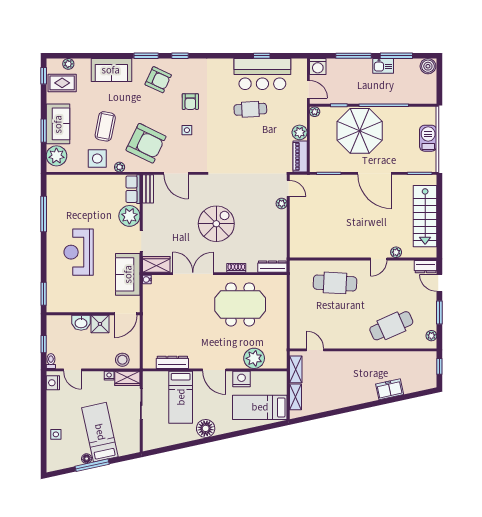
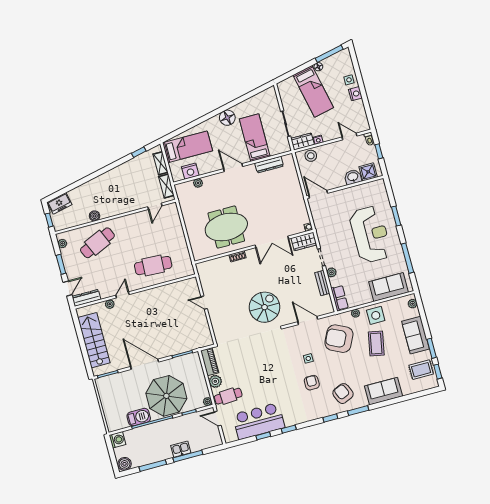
window: (231, 56) -> (289, 429), added
plant: (68, 64) -> (420, 387), removed
kitchen sink: (383, 66) -> (181, 449), moved
washing machine: (318, 67) -> (117, 440), moved, turned 90
armchair: (158, 80) -> (343, 394), turned 41
cafe table: (250, 109) -> (228, 396), moved
window: (44, 131) -> (432, 348), moved
barbecue: (428, 138) -> (139, 417), moved, turned -90
plant: (56, 156) -> (413, 304), width x0.53, depth x0.53
door: (288, 188) -> (204, 303), moved
bench: (148, 189) -> (322, 283), moved
plant: (282, 204) -> (214, 319), removed
plant: (129, 216) -> (332, 272), width x0.53, depth x0.53
spiral stairs: (216, 224) -> (265, 307), moved, turned 180
reception desk: (79, 252) -> (370, 234), width x1.36, depth x1.30
dresser: (272, 267) -> (208, 265), removed
dresser: (426, 267) -> (86, 298), width x1.44
sofa: (128, 274) -> (388, 287), moved, turned -90
door: (439, 283) -> (67, 289), hinge flipped
window: (44, 294) -> (396, 216), moved
door: (126, 314) -> (318, 194), hinge flipped
shower: (100, 324) -> (368, 172), moved
door: (315, 350) -> (155, 206), hinge flipped
boiler: (386, 357) -> (95, 216), added
plant: (254, 358) -> (198, 183), width x0.53, depth x0.53
nightstand: (241, 379) -> (190, 171), moved
nightstand: (53, 383) -> (355, 94), moved
freezer: (390, 389) -> (60, 203), moved
window: (317, 416) -> (139, 152), added
window: (92, 465) -> (329, 54), moved

